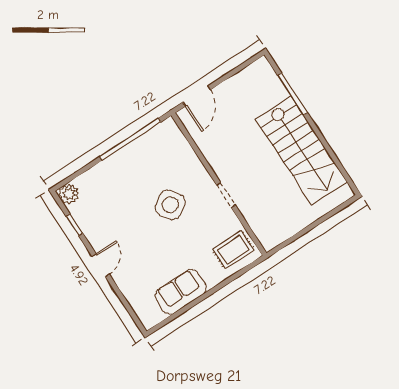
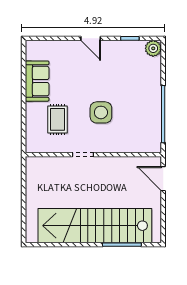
stairs: (301, 151) -> (95, 226), width x1.36
side table: (170, 205) -> (101, 112), turned 35
rug: (233, 250) -> (58, 119), moved

